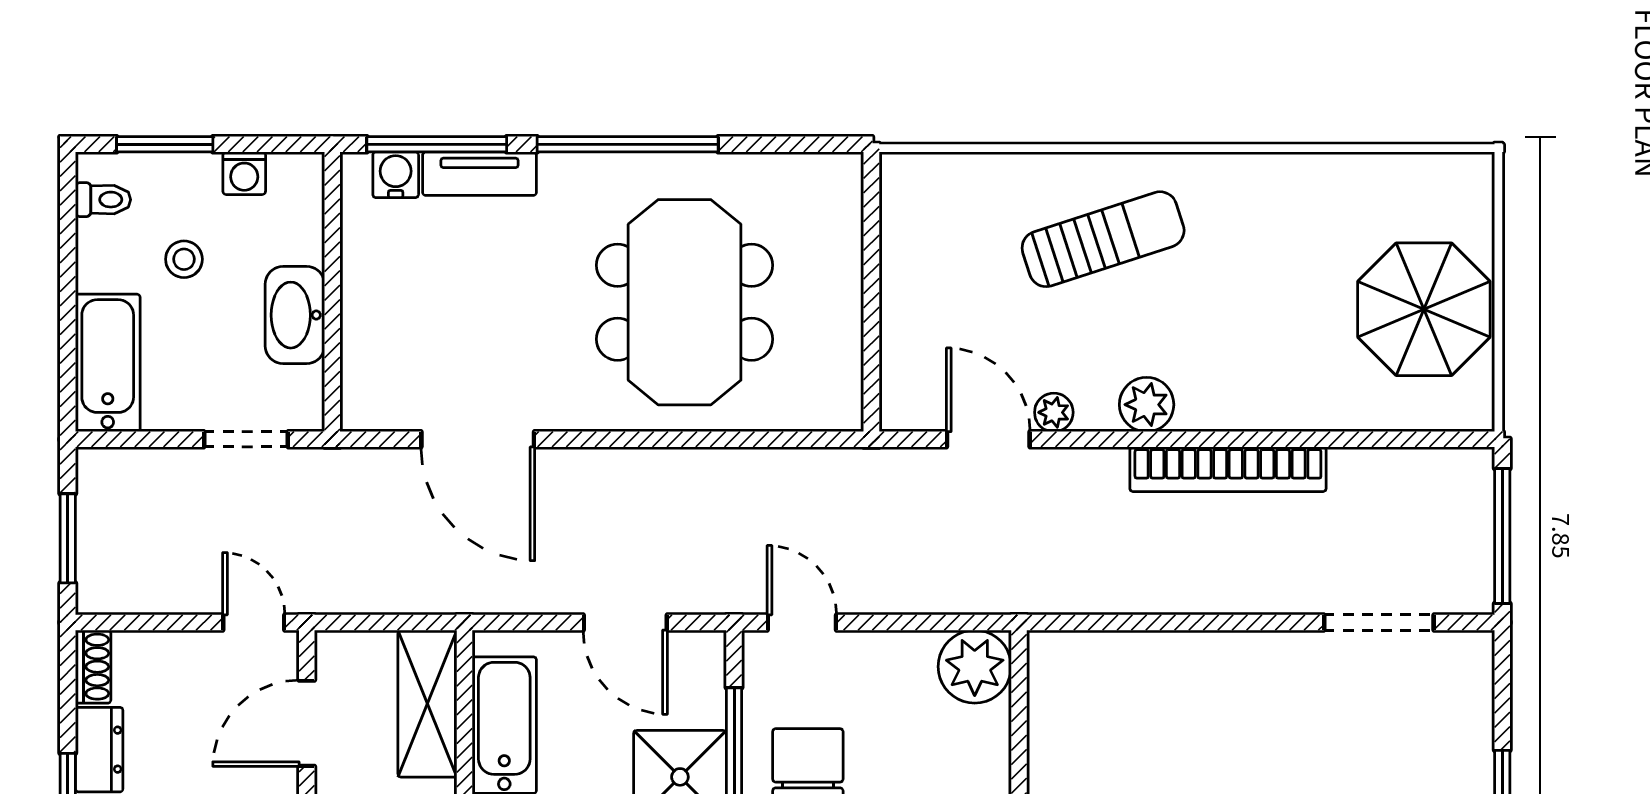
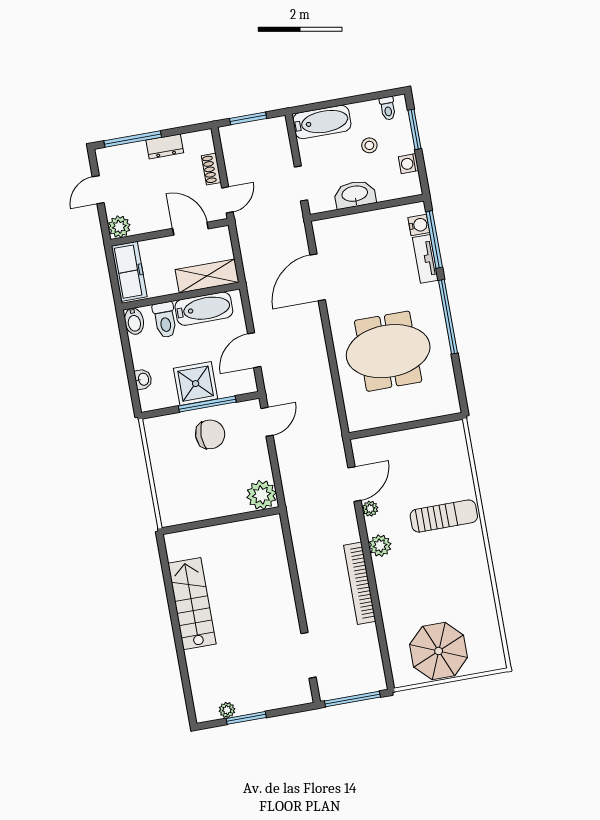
sun lounger: (1103, 239) -> (444, 516), turned -72
shoe rack: (93, 667) -> (211, 169), moved, turned 90

